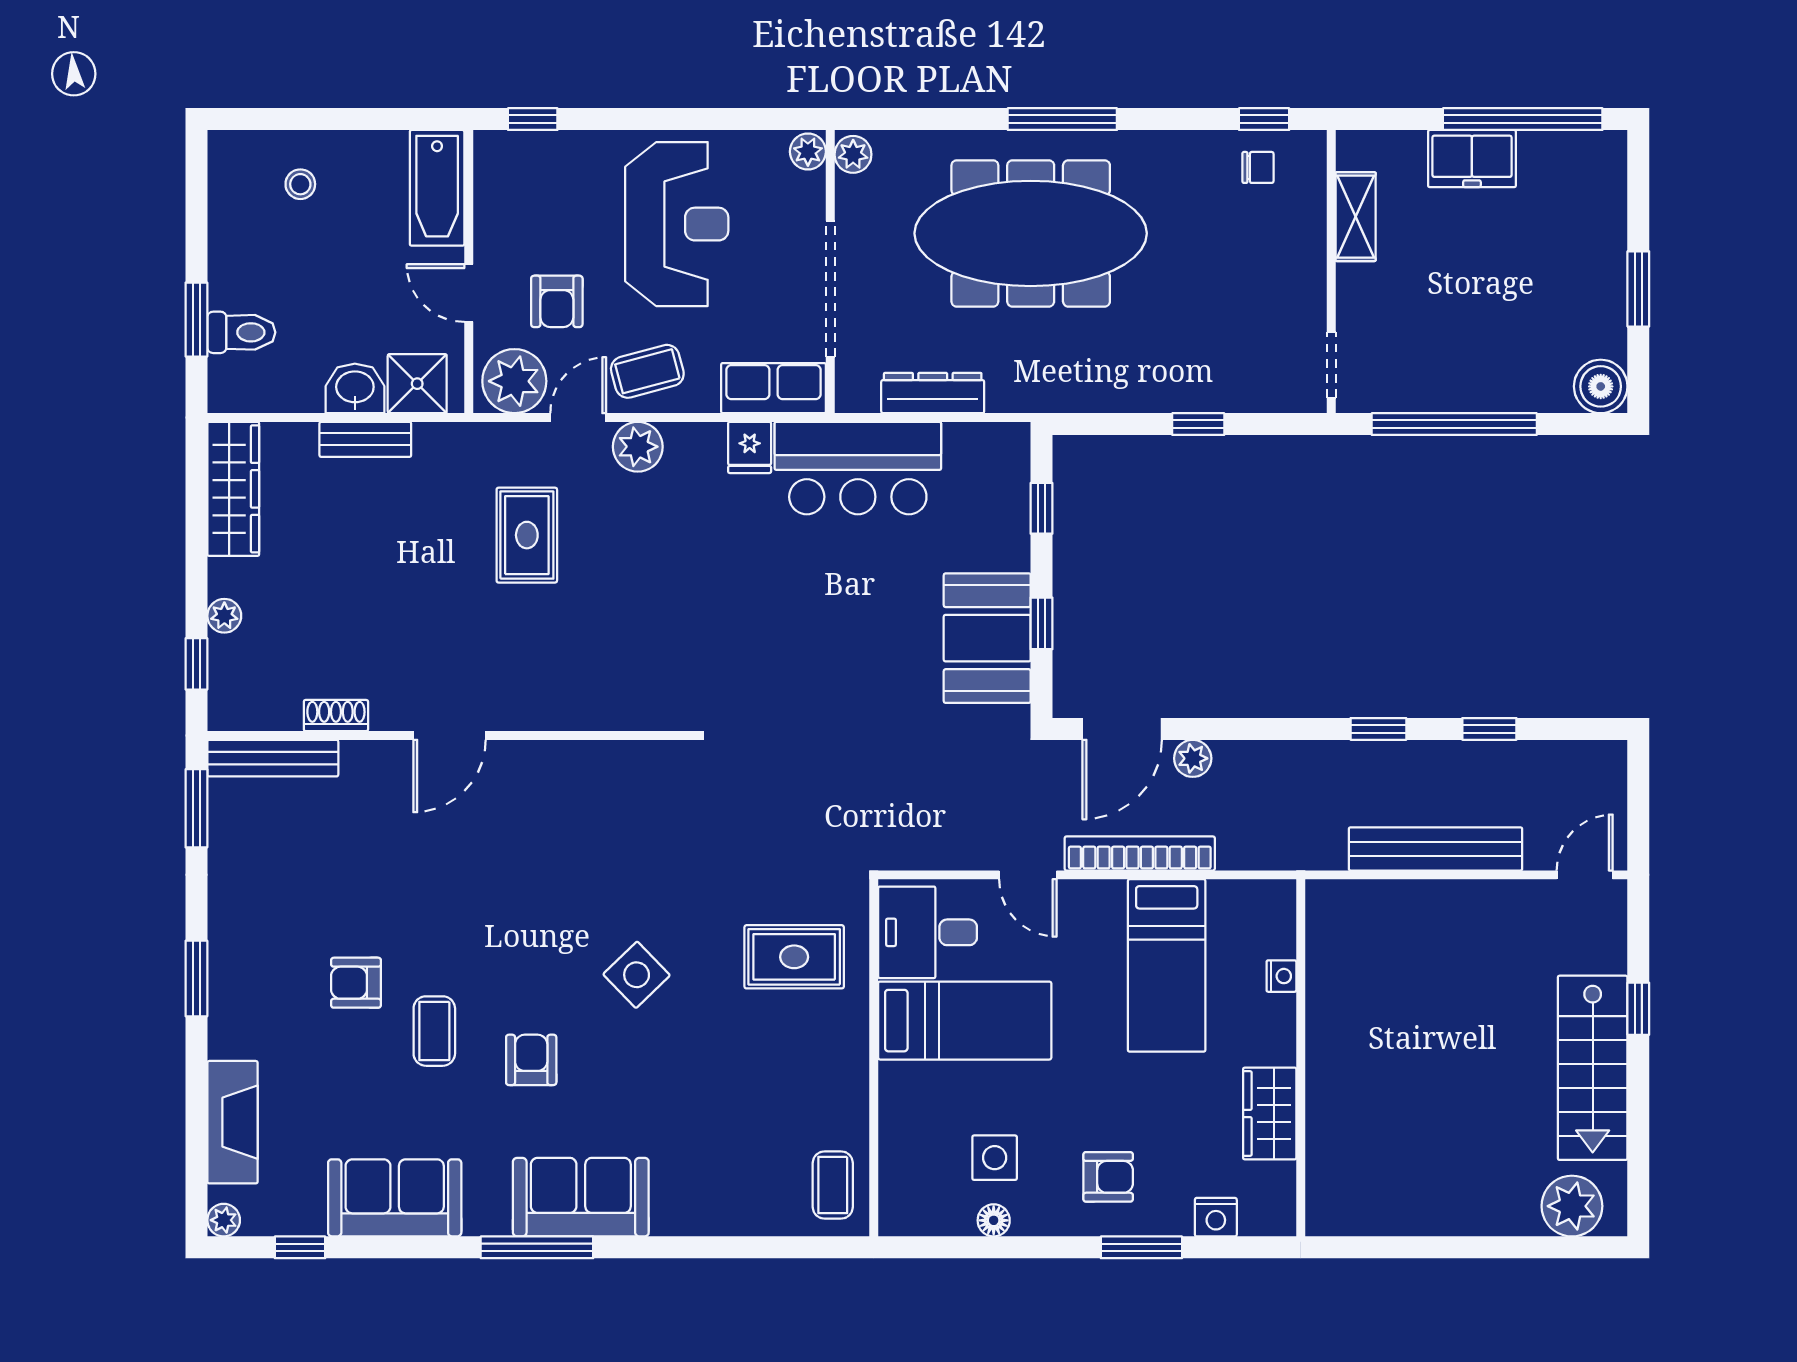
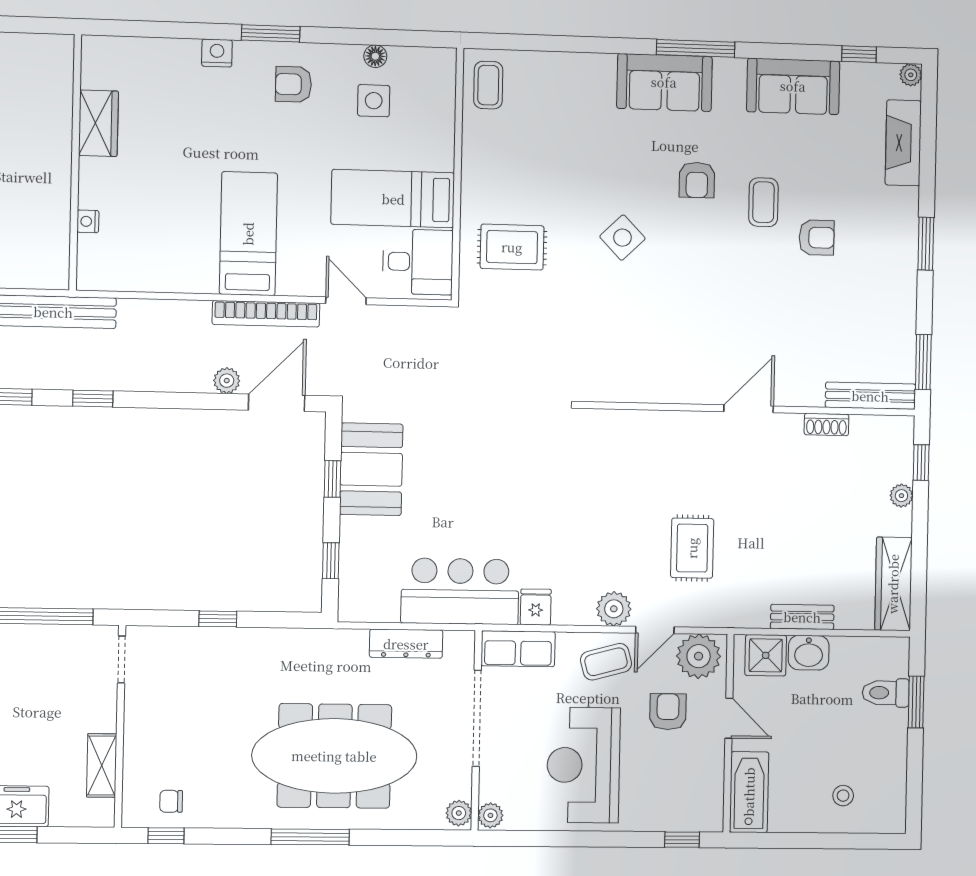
nightstand: (1281, 976) -> (88, 221), moved
wall: (1301, 1058) -> (75, 162), moved
wardrobe: (1270, 1114) -> (98, 123), moved

